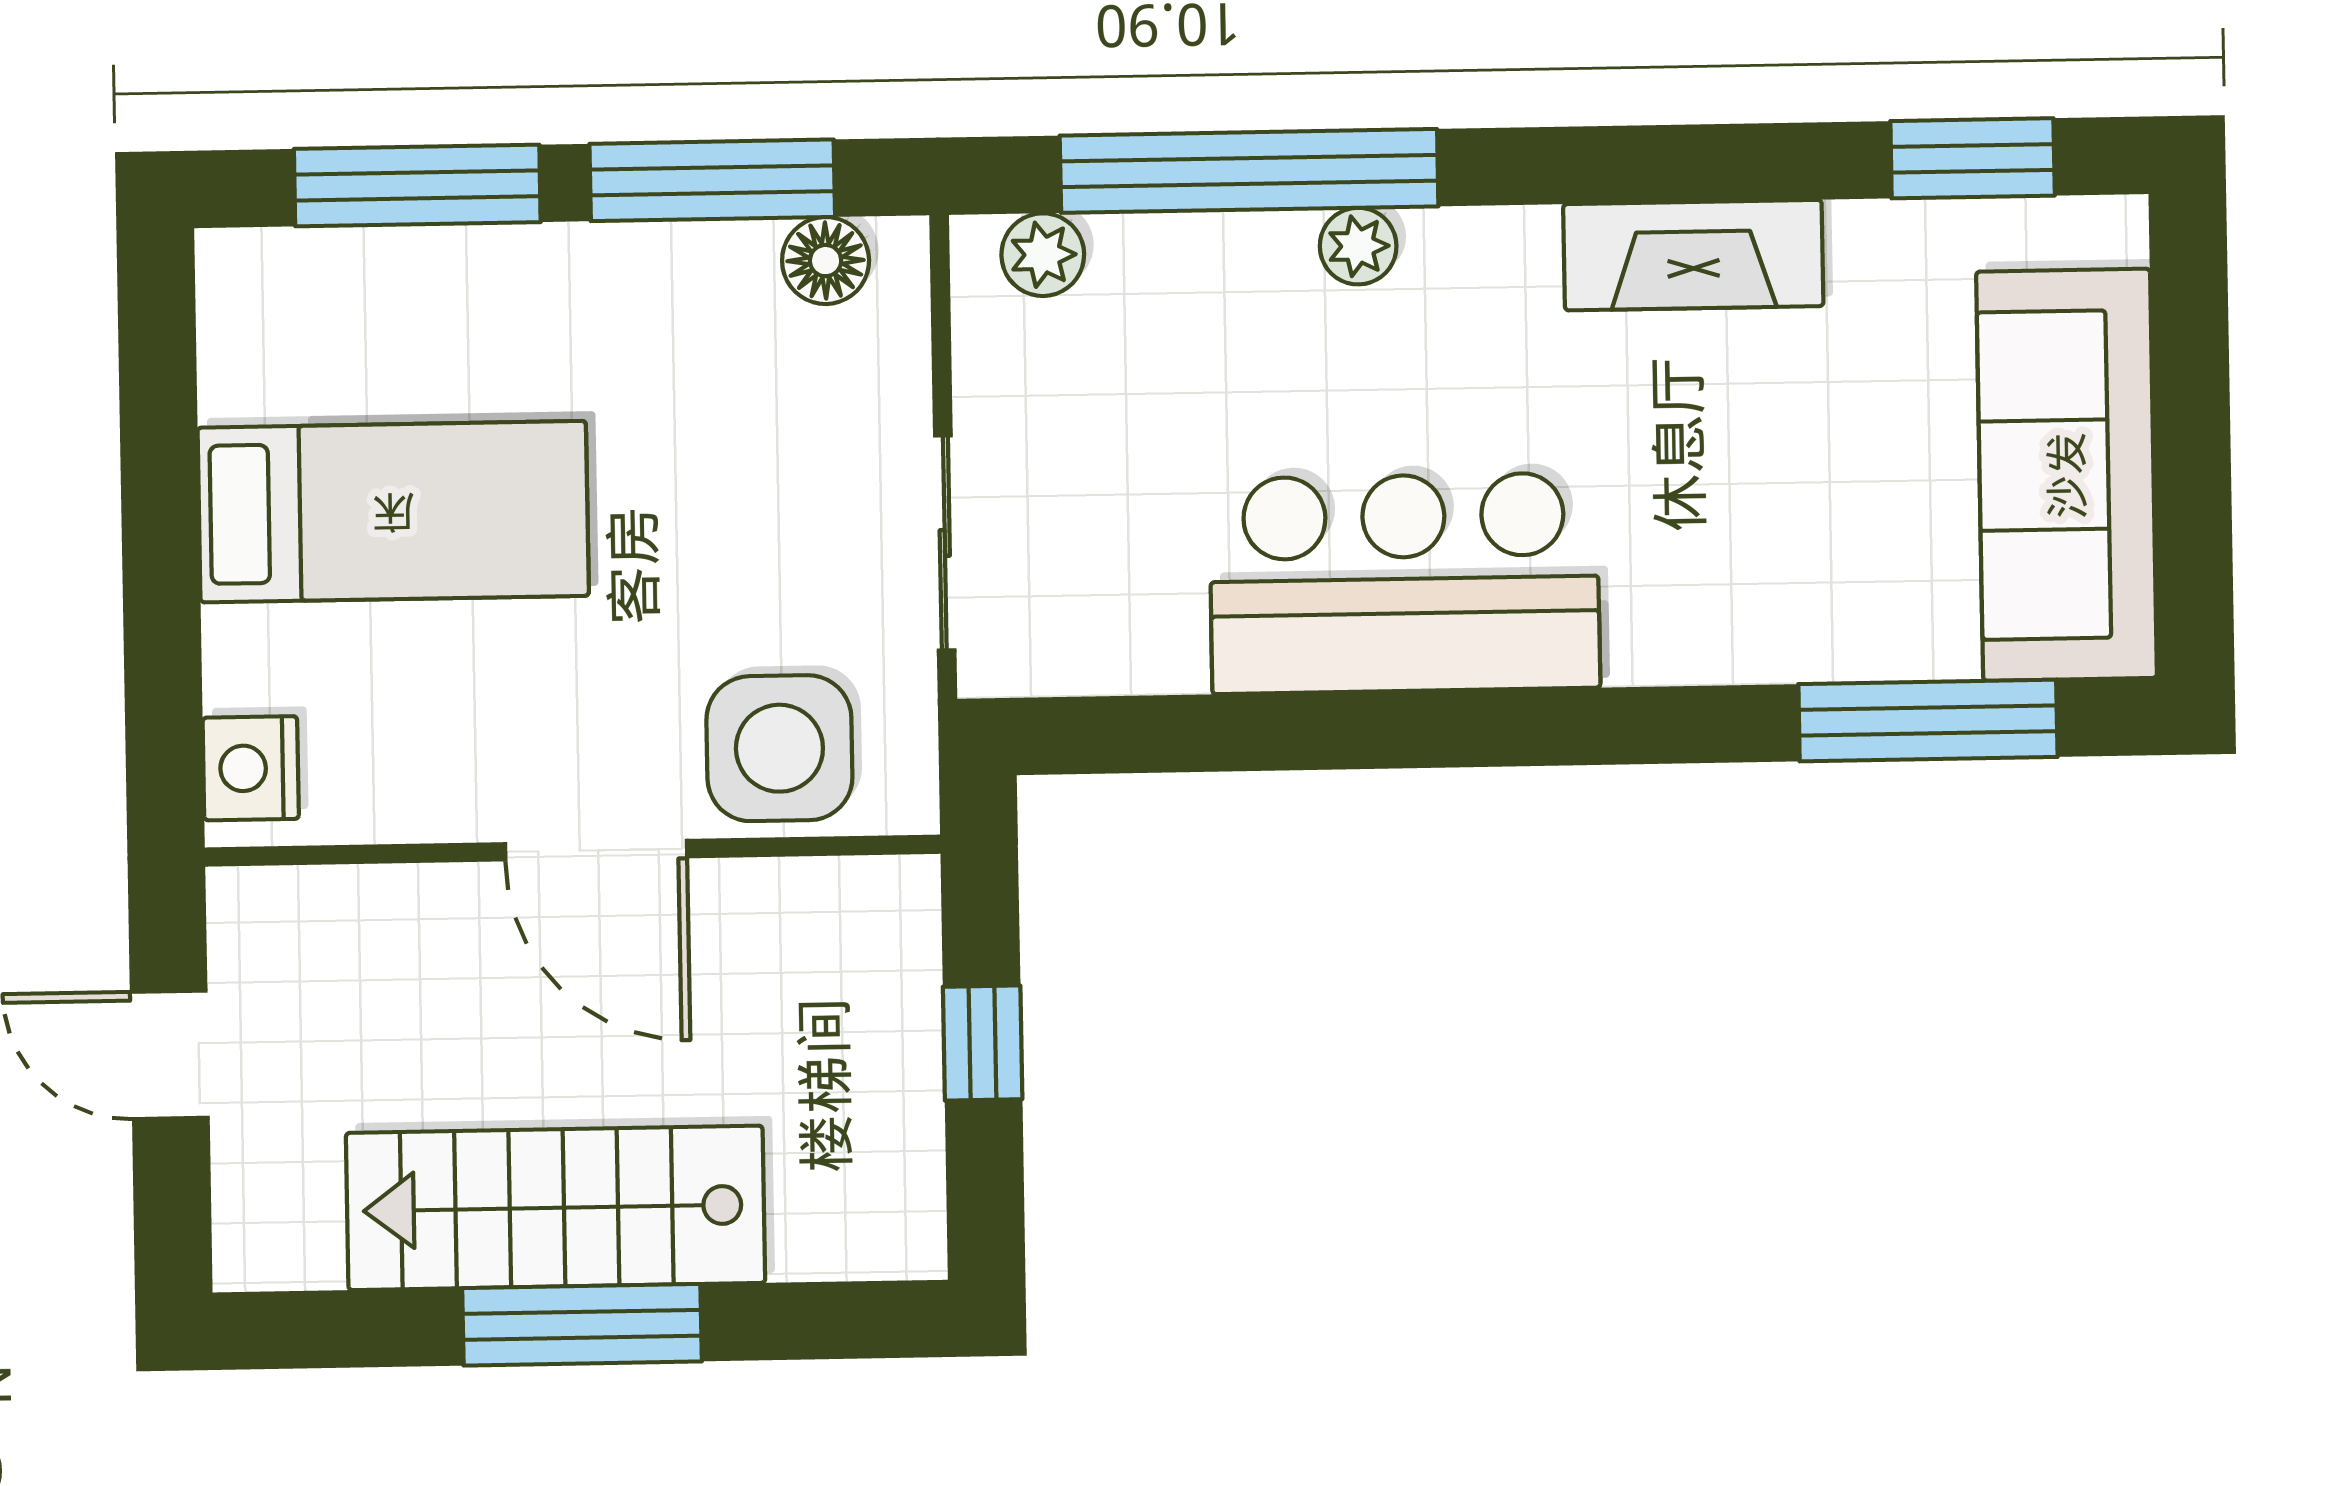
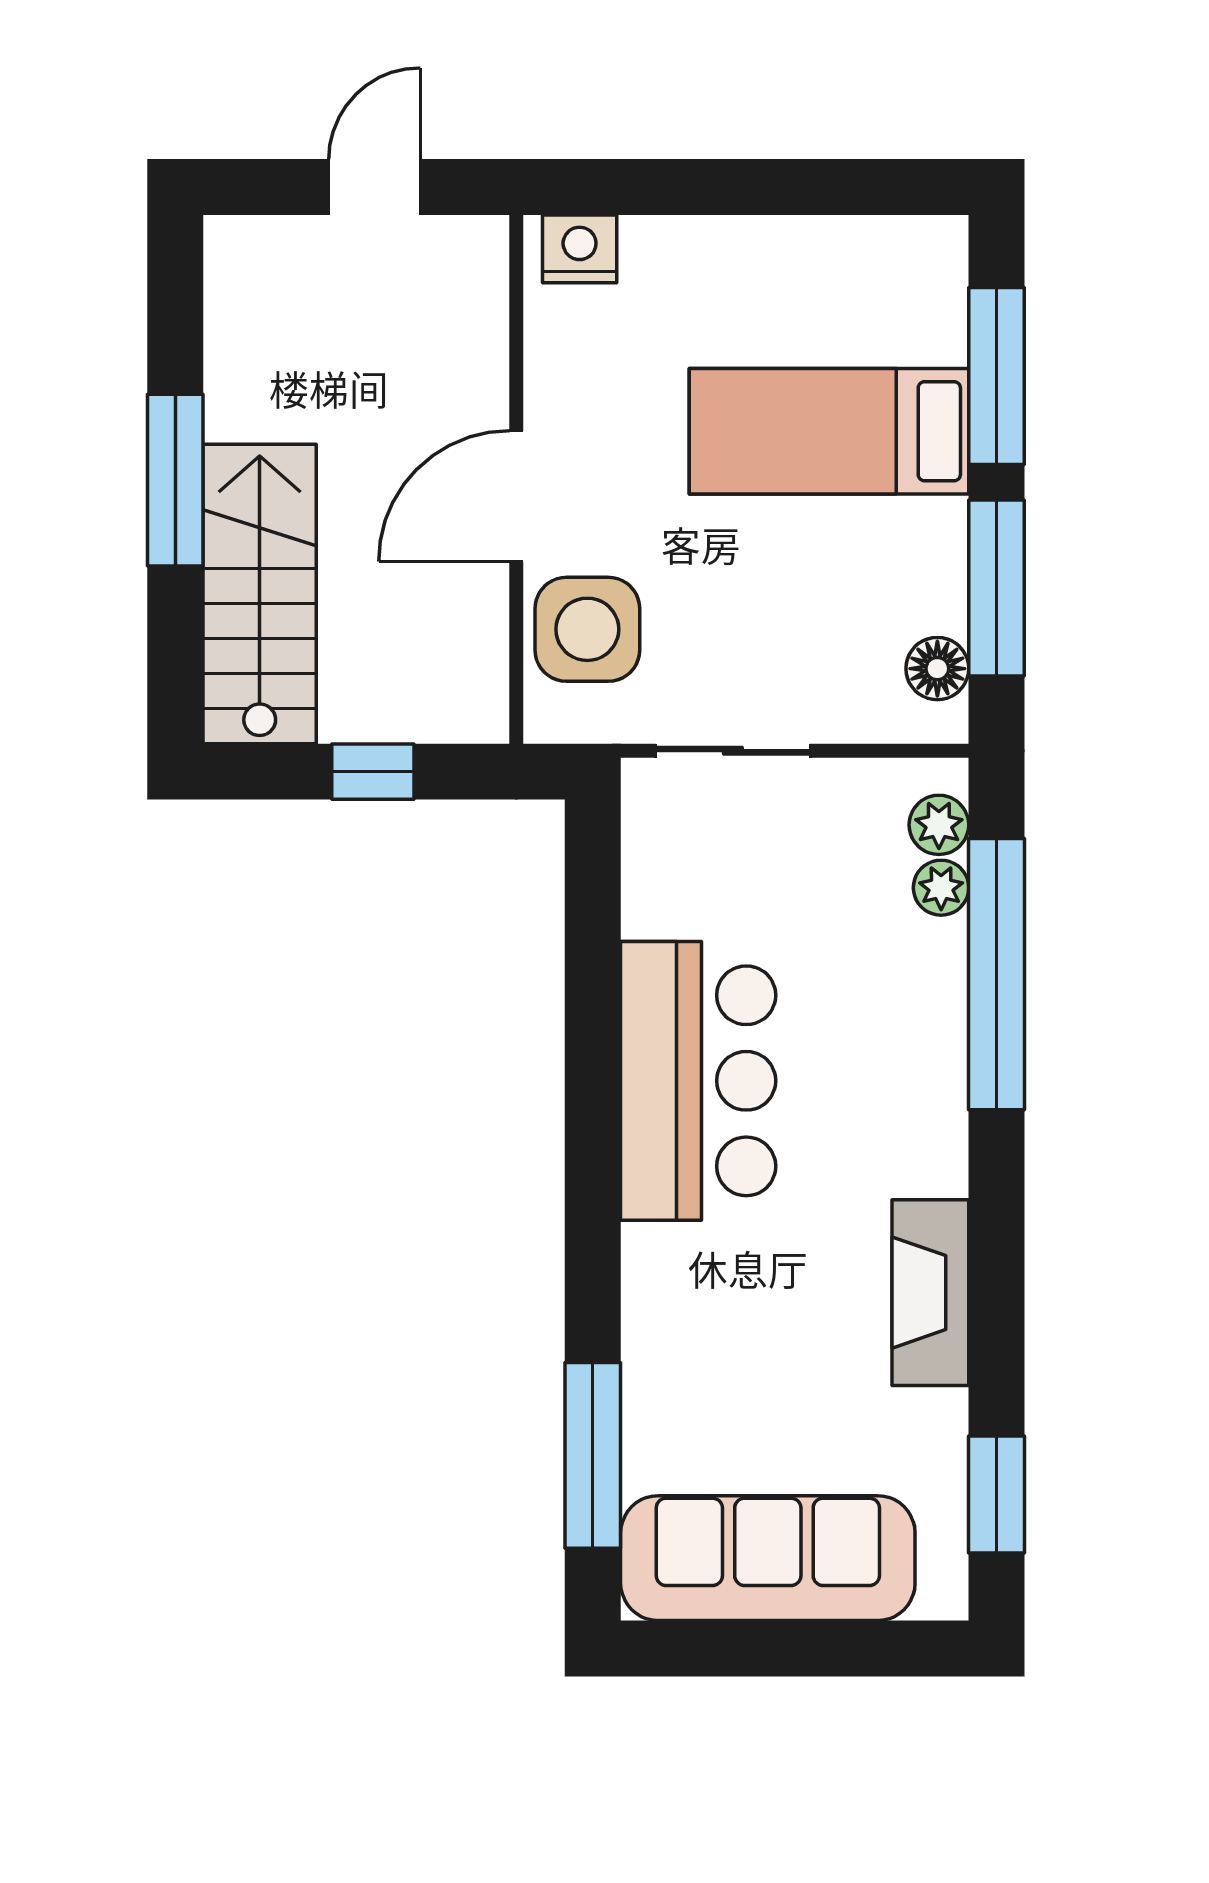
plant: (1358, 246) -> (941, 888), moved
bed: (393, 512) -> (829, 431), moved, turned 90
stairs: (556, 1208) -> (260, 594), moved

